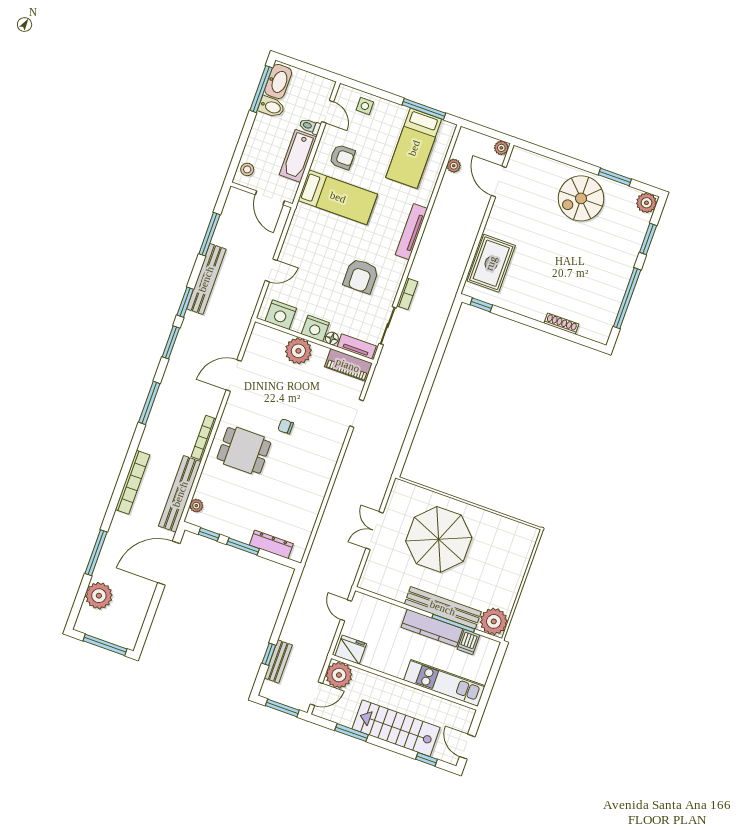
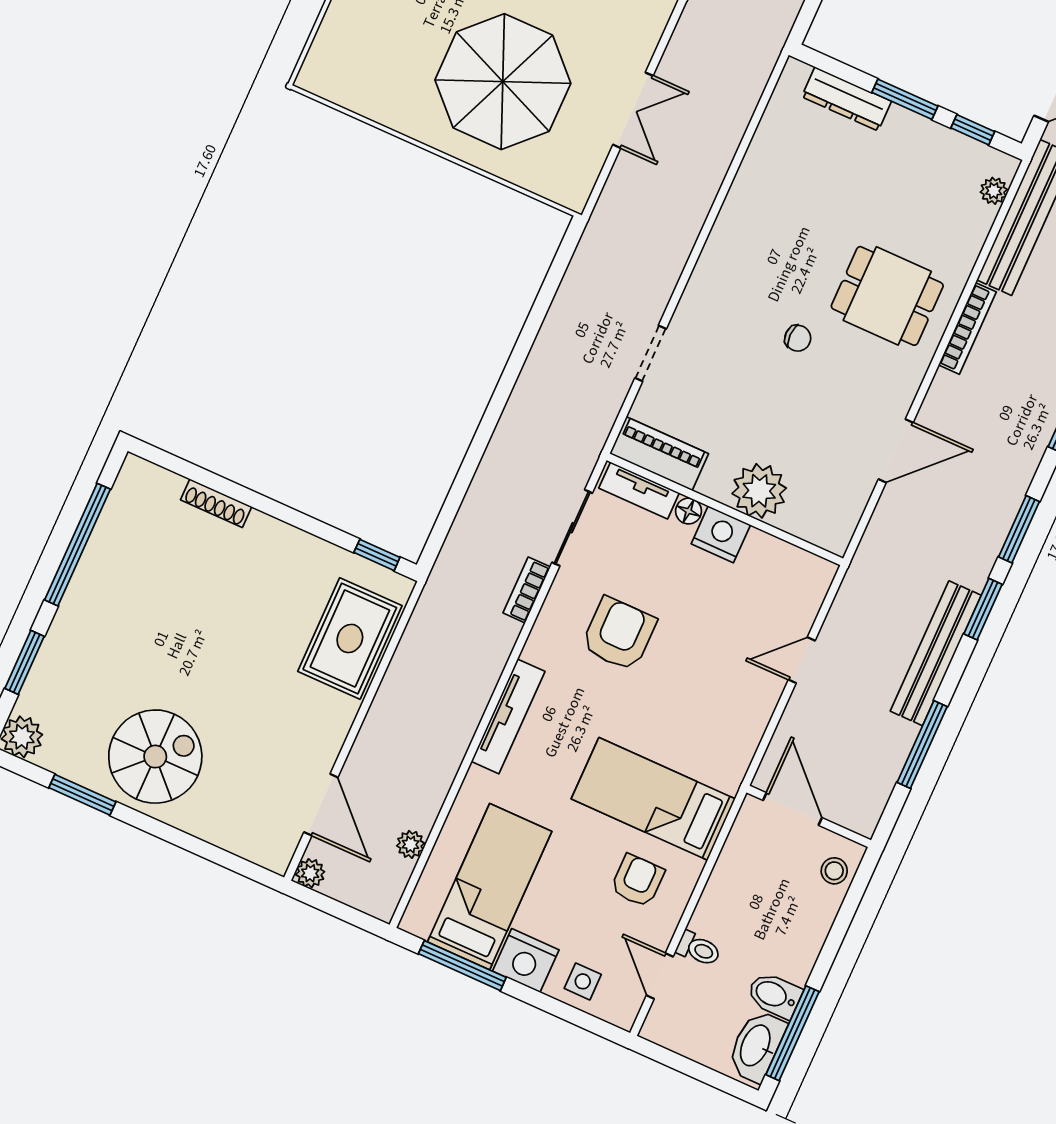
bathtub: (298, 156) -> (728, 890), removed
armchair: (342, 157) -> (637, 881), turned 90
nightstand: (281, 315) -> (526, 960), moved, turned 180

